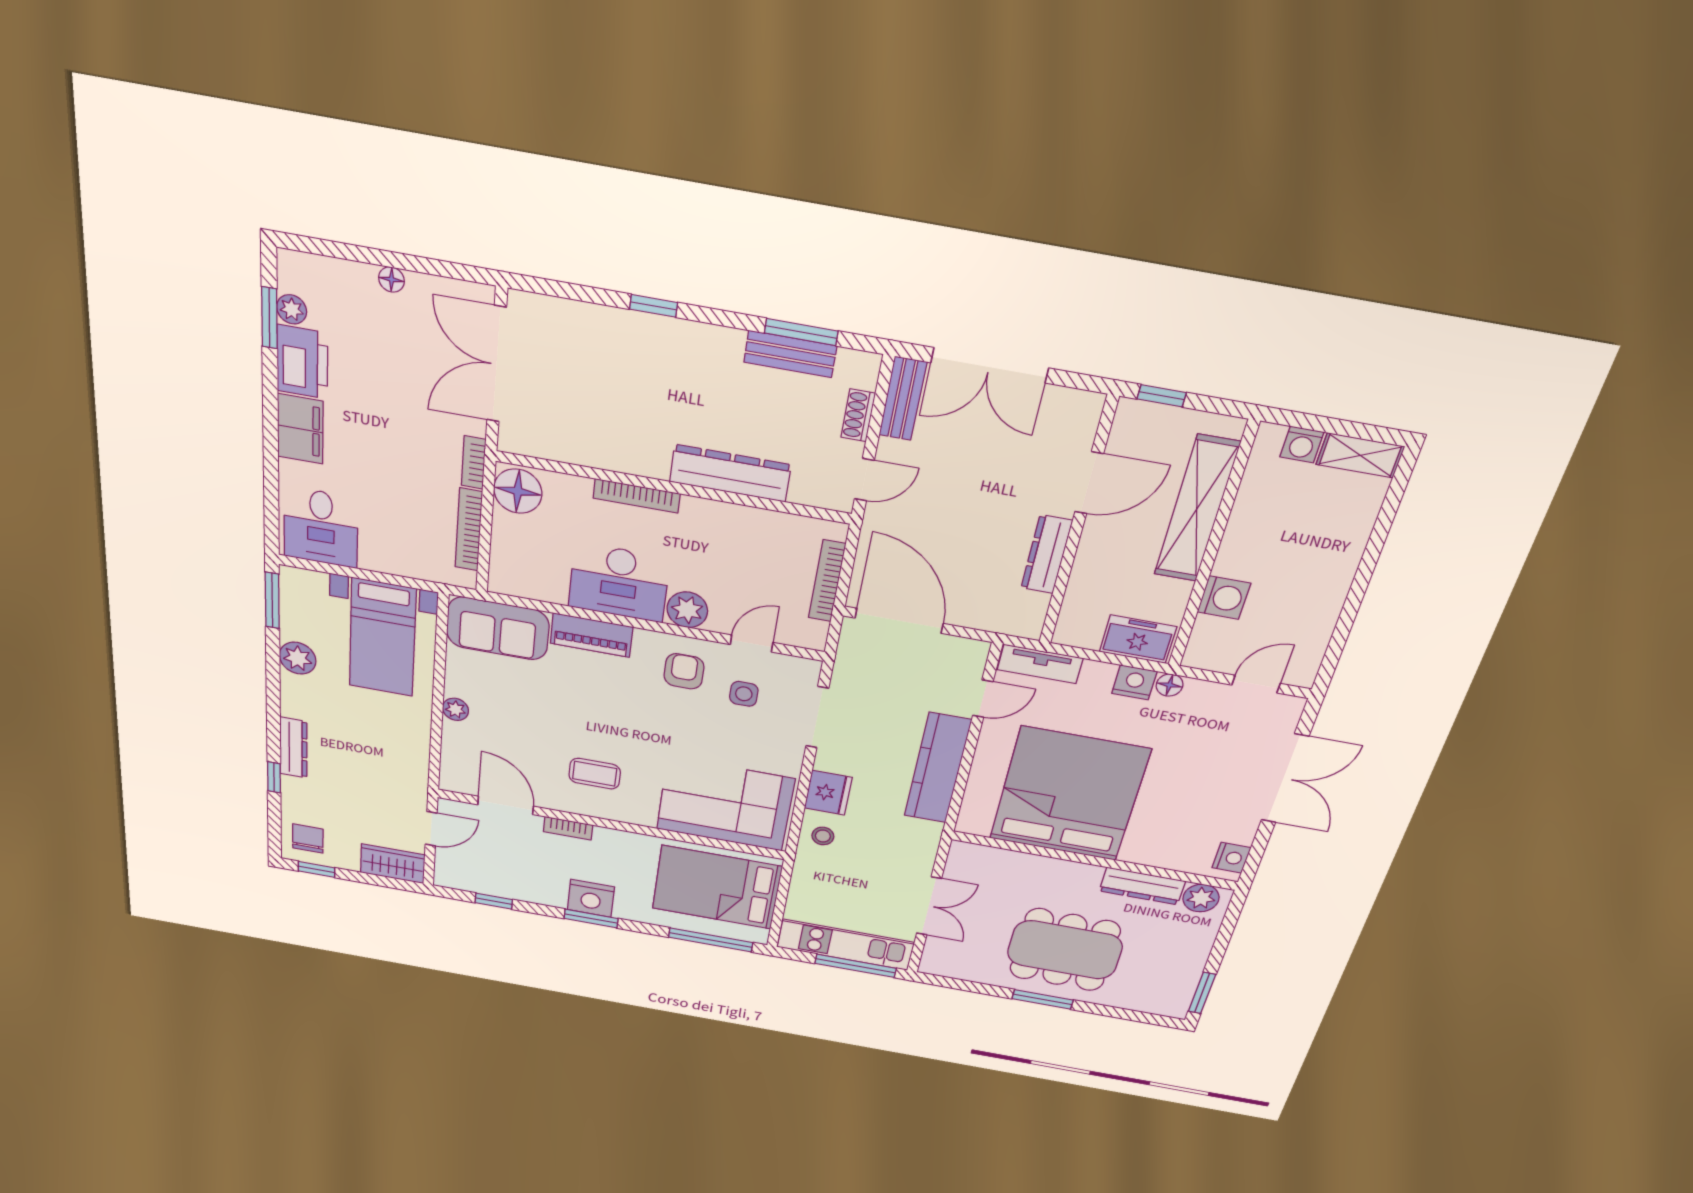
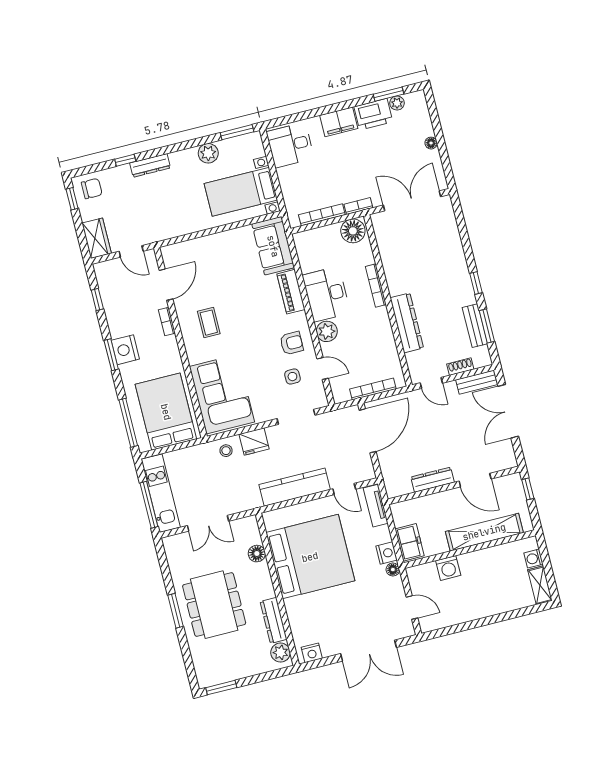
window: (654, 306) -> (476, 283), moved
plant: (455, 709) -> (215, 240), removed
floor lamp: (1018, 864) -> (257, 554), added

